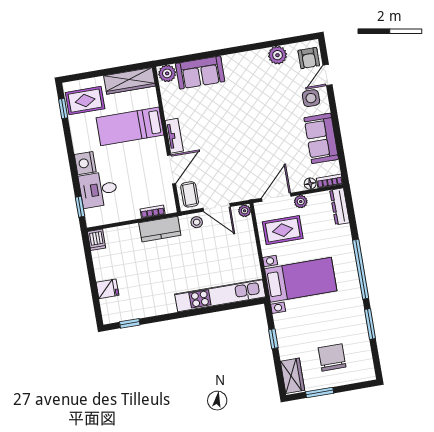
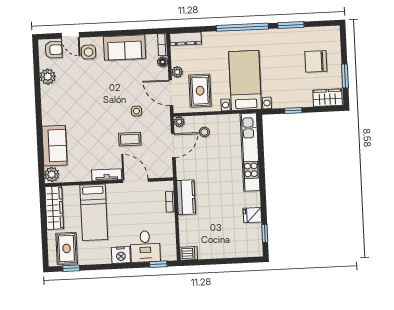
side table: (251, 161) -> (136, 111), added
coffee table: (190, 194) -> (130, 139), moved
stool: (197, 222) -> (204, 132), moved
fridge: (107, 289) -> (252, 215), moved, turned -90

